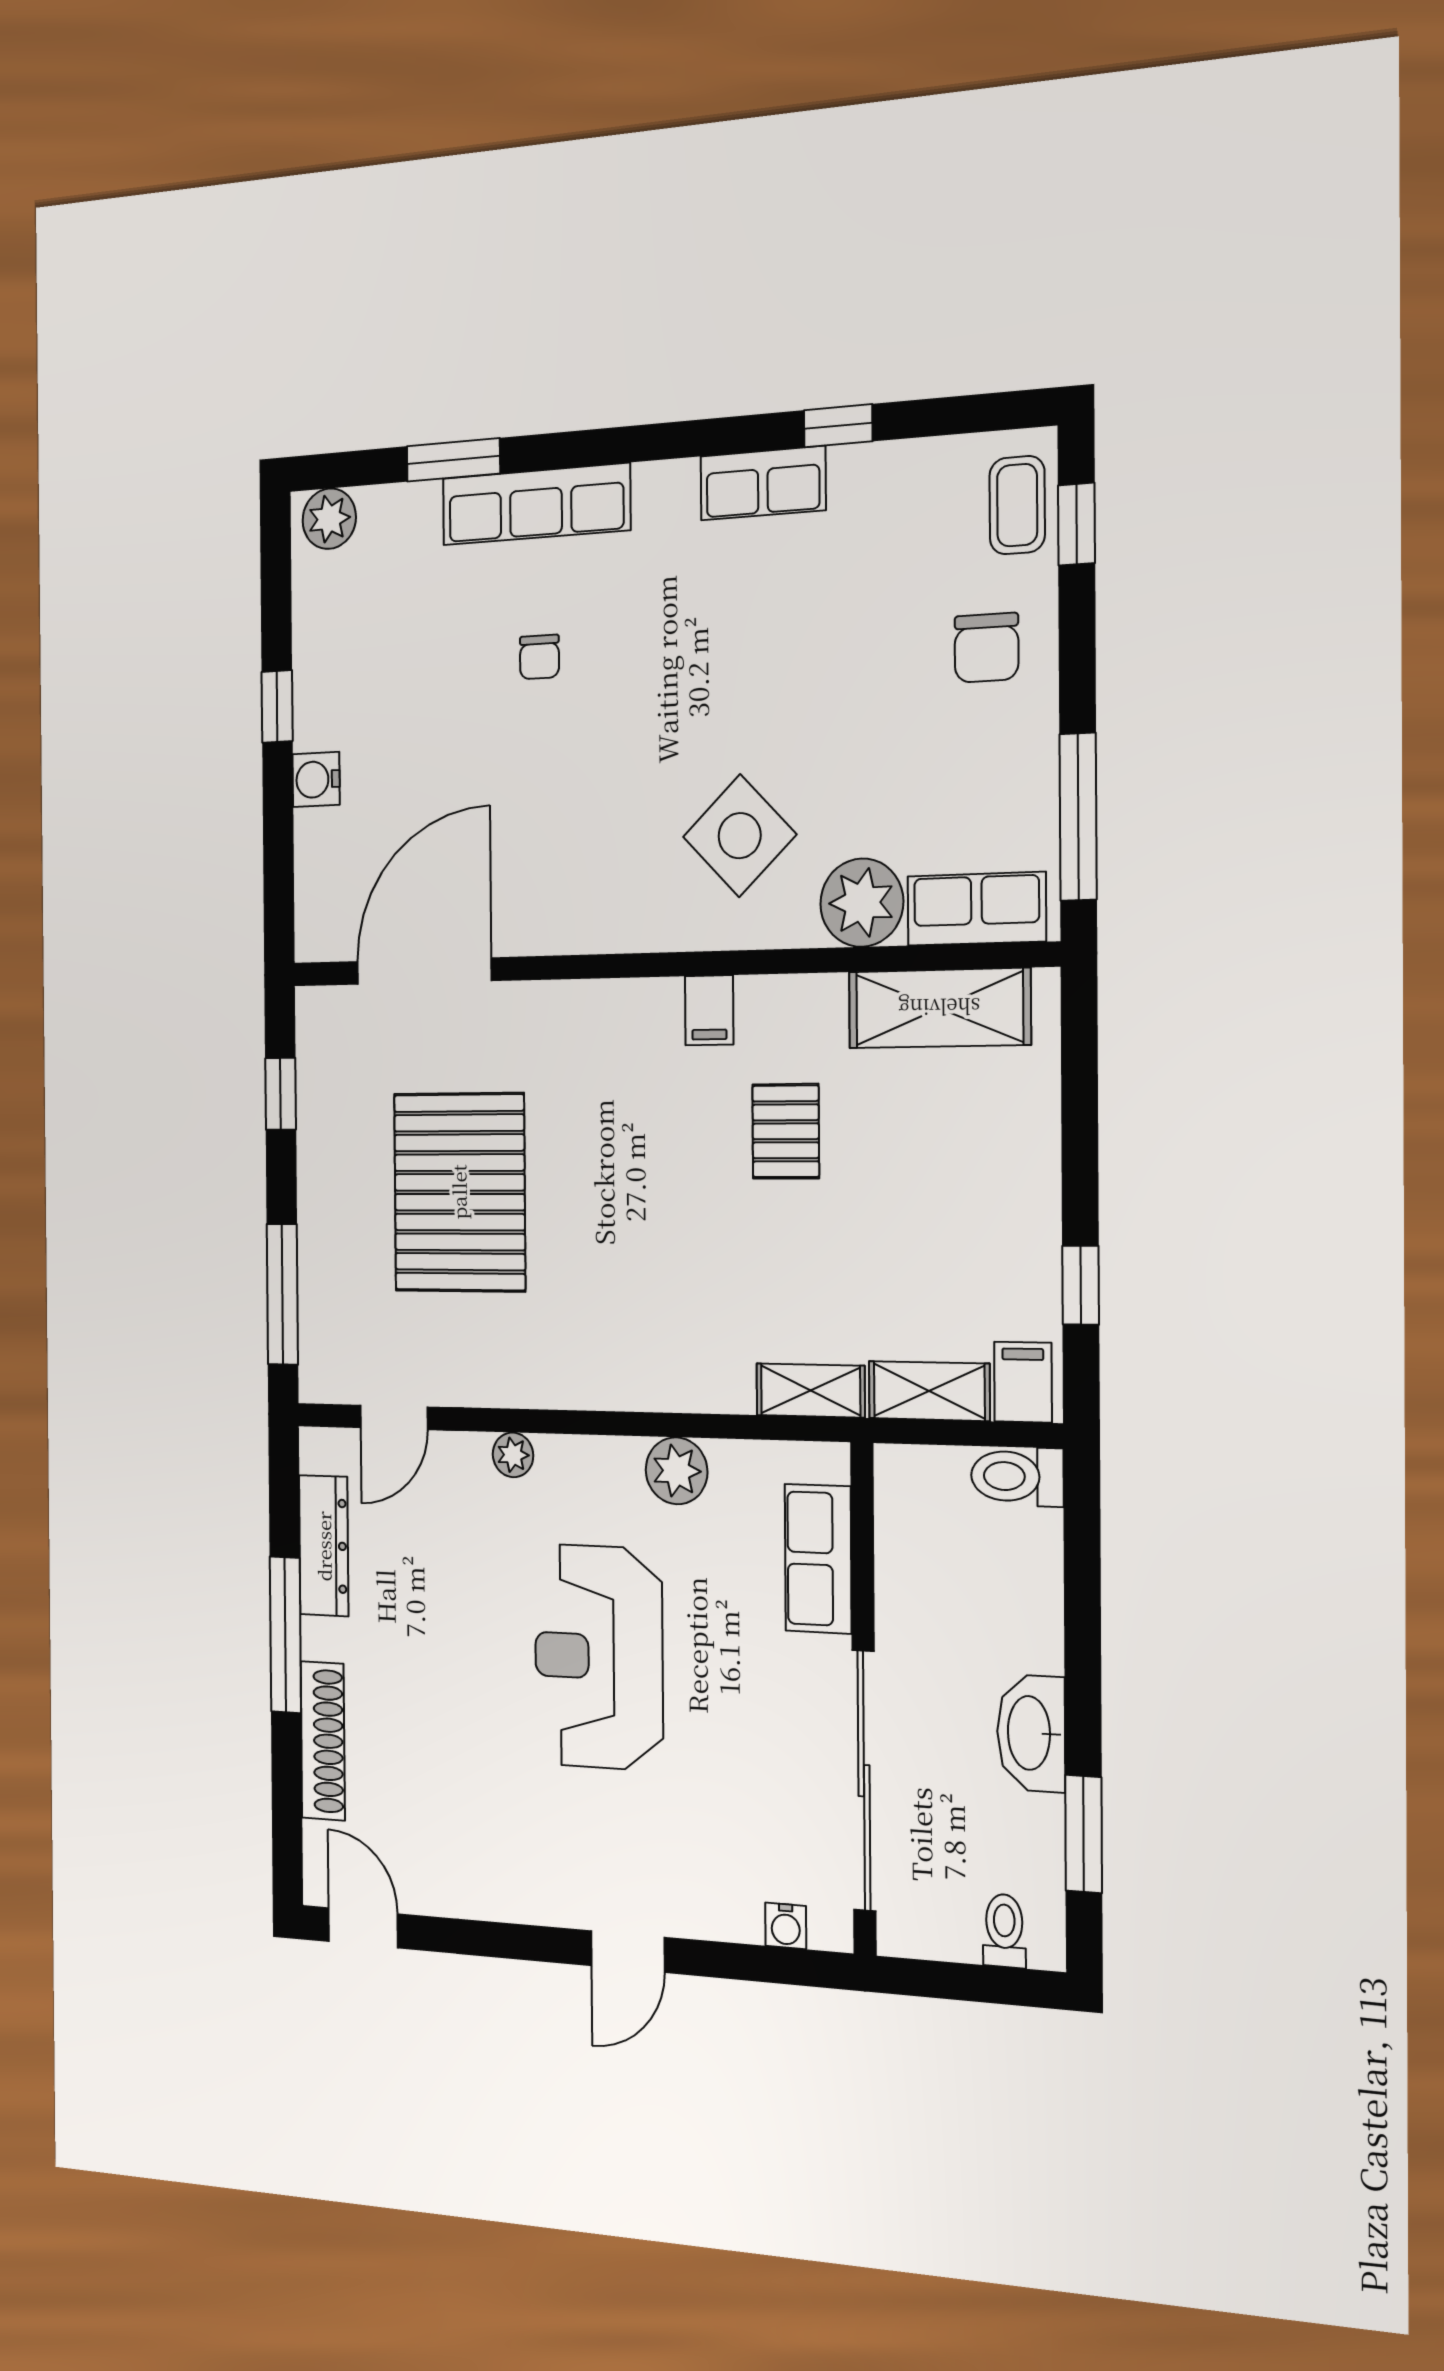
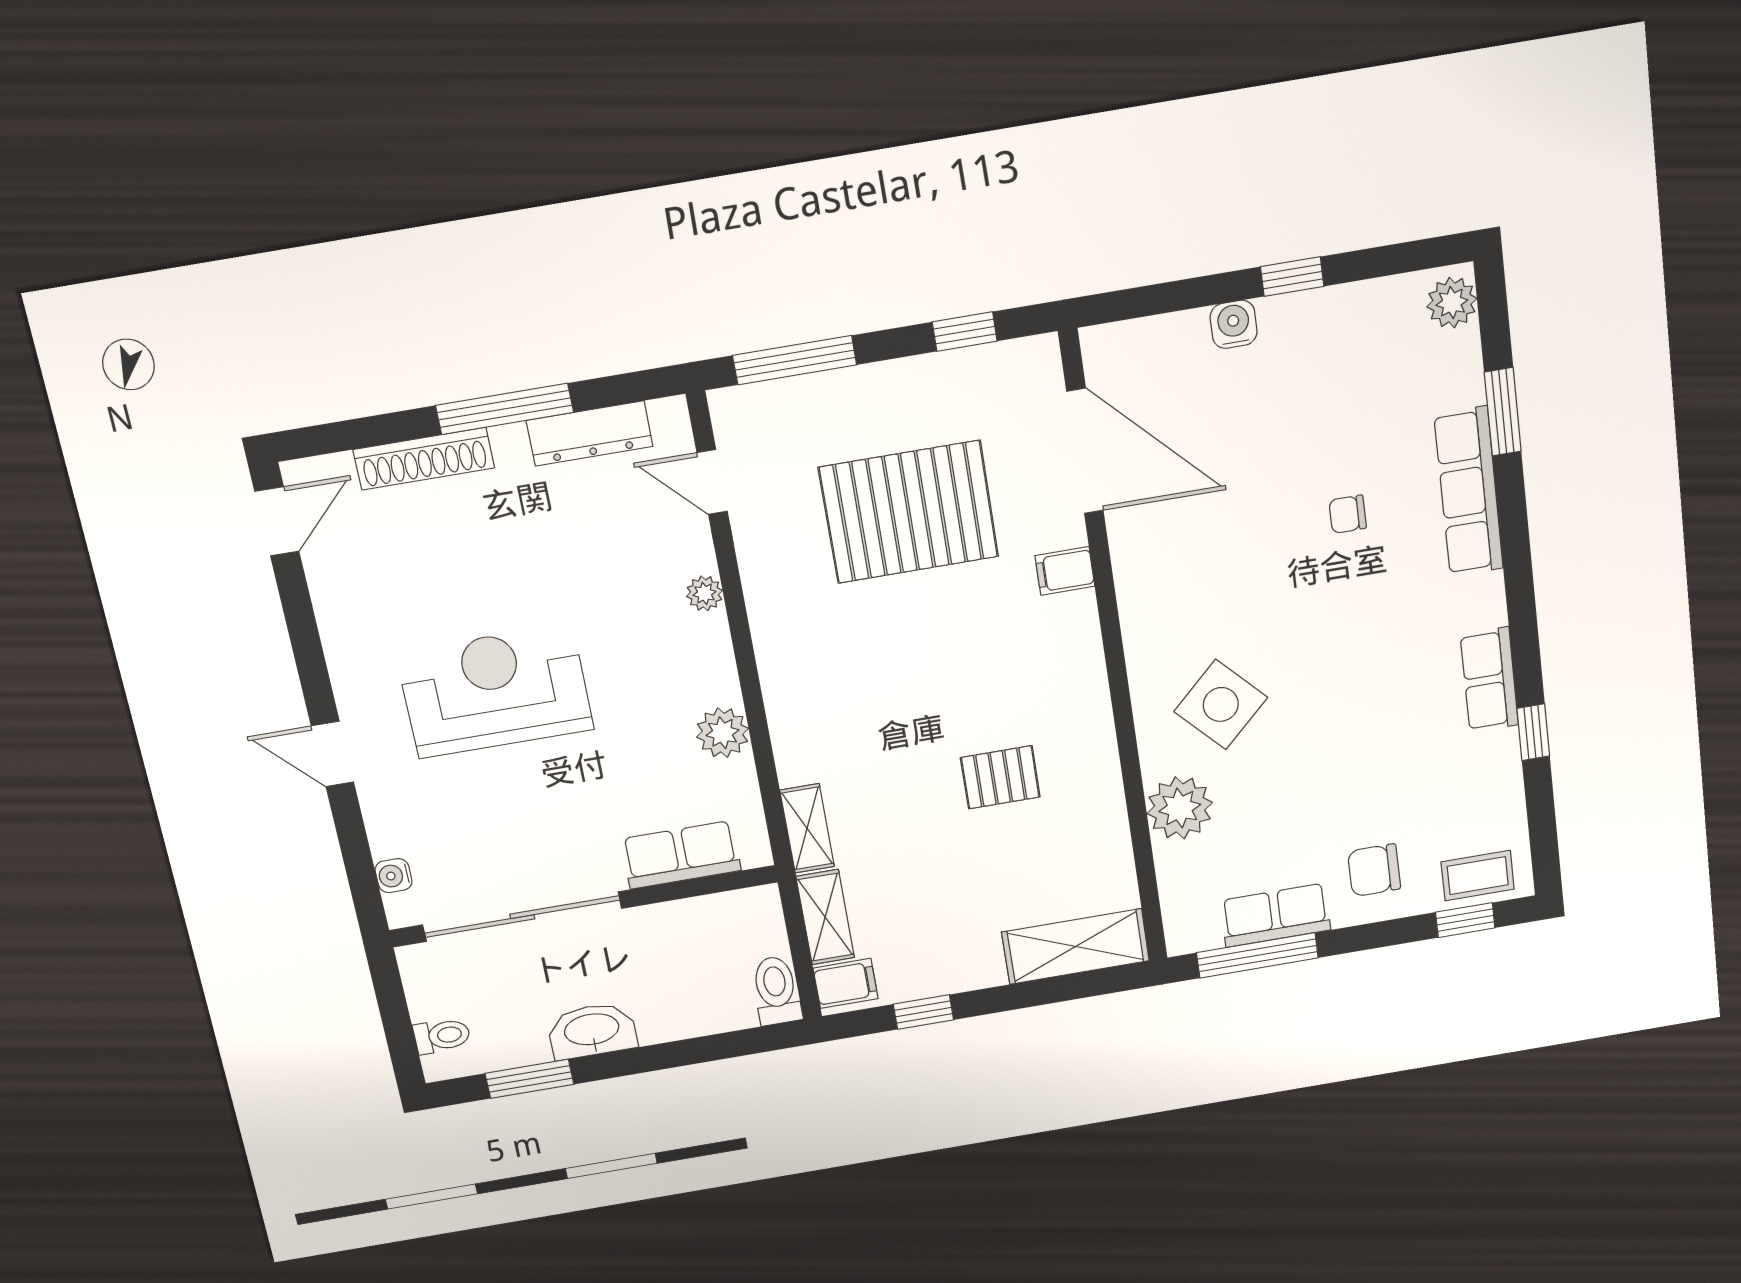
row of seats: (976, 909) -> (1275, 915), moved, turned -90
shelving: (939, 1008) -> (1075, 946), moved, turned 90
filing cabinet: (709, 1010) -> (1065, 571), moved
reception desk: (599, 1657) -> (495, 691), moved

